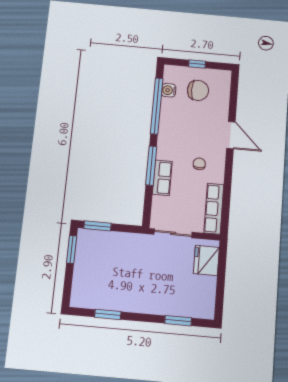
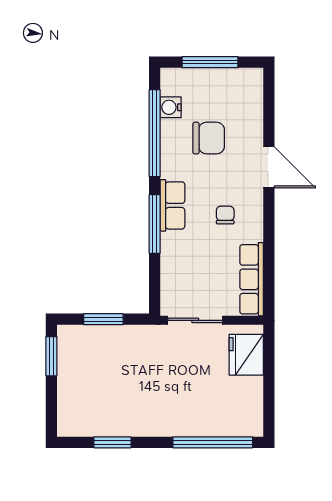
window: (197, 64) -> (210, 62), width x2.17
chair: (198, 90) -> (209, 138), moved
row of seats: (162, 178) -> (172, 205), moved
window: (97, 226) -> (103, 319), moved
window: (178, 321) -> (213, 442), width x2.11

